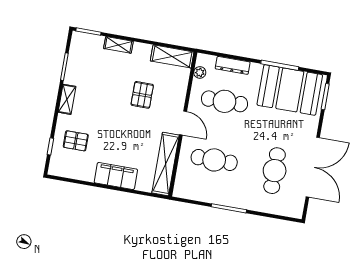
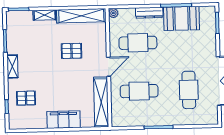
shelving: (172, 56) -> (81, 16), width x1.47
dresser: (233, 65) -> (149, 13), moved
plant: (200, 72) -> (113, 13), moved
booth: (290, 90) -> (182, 18), width x0.73, depth x0.70
pallet: (142, 95) -> (71, 51), turned 90
door: (183, 123) -> (109, 67), hinge flipped

